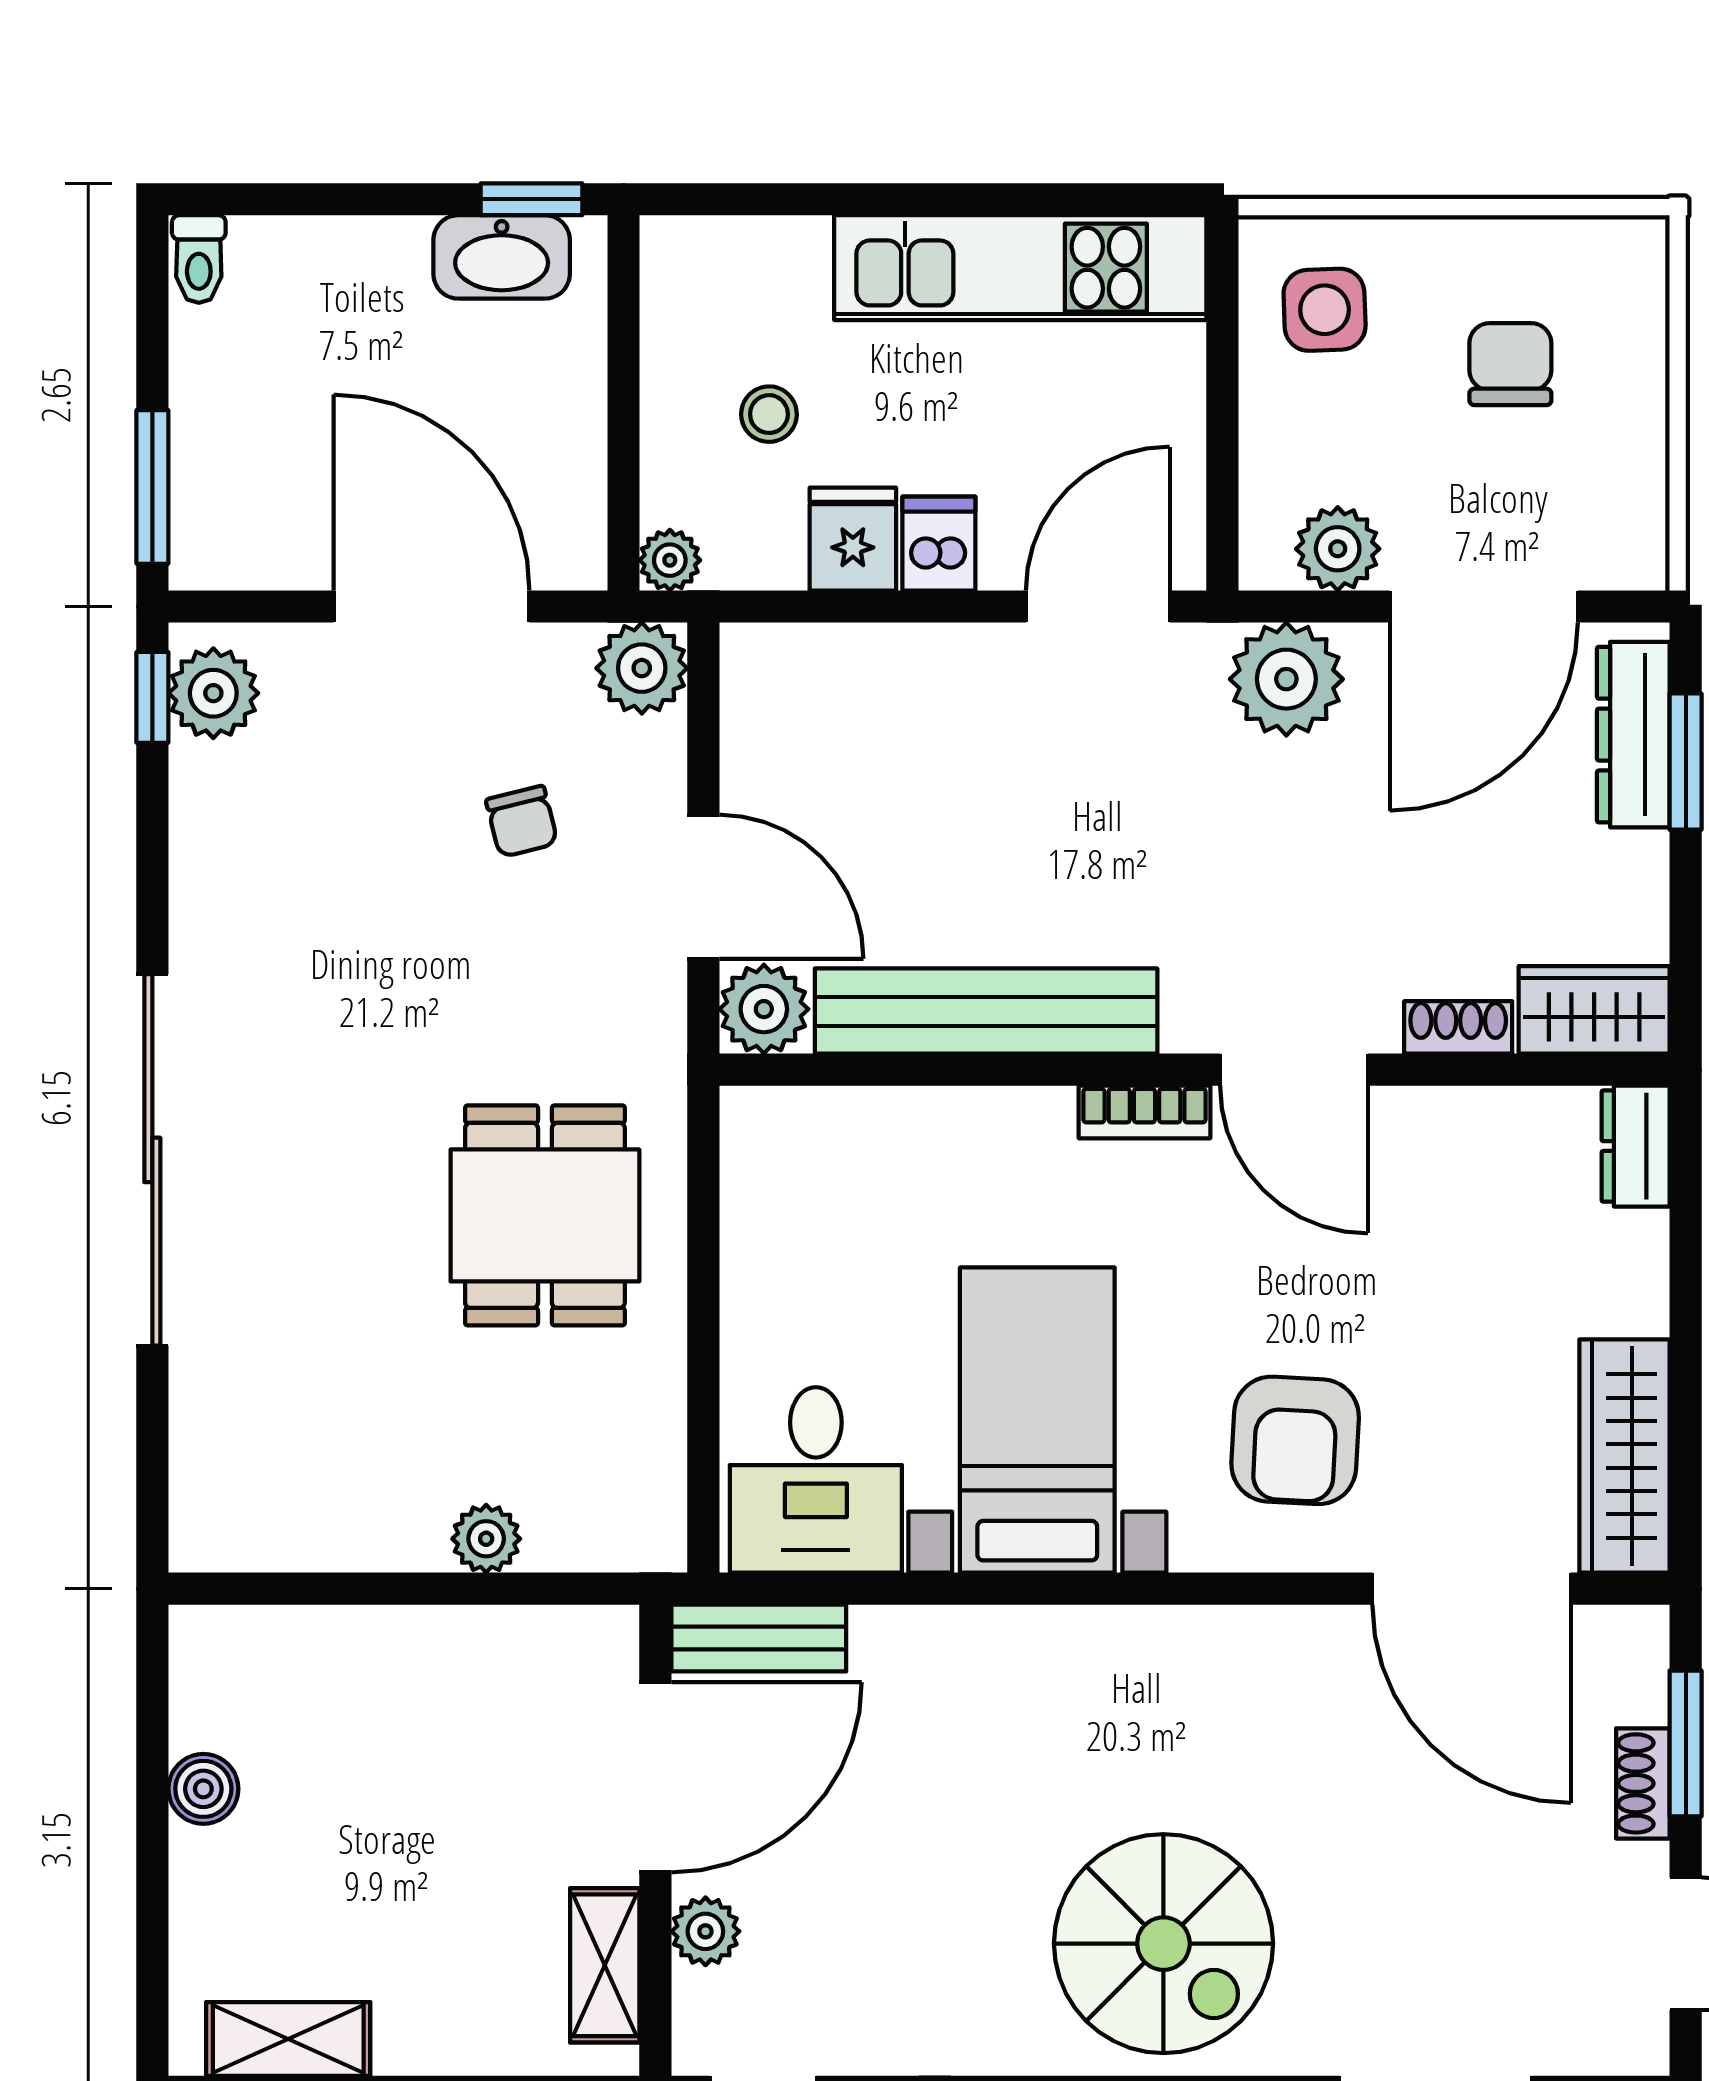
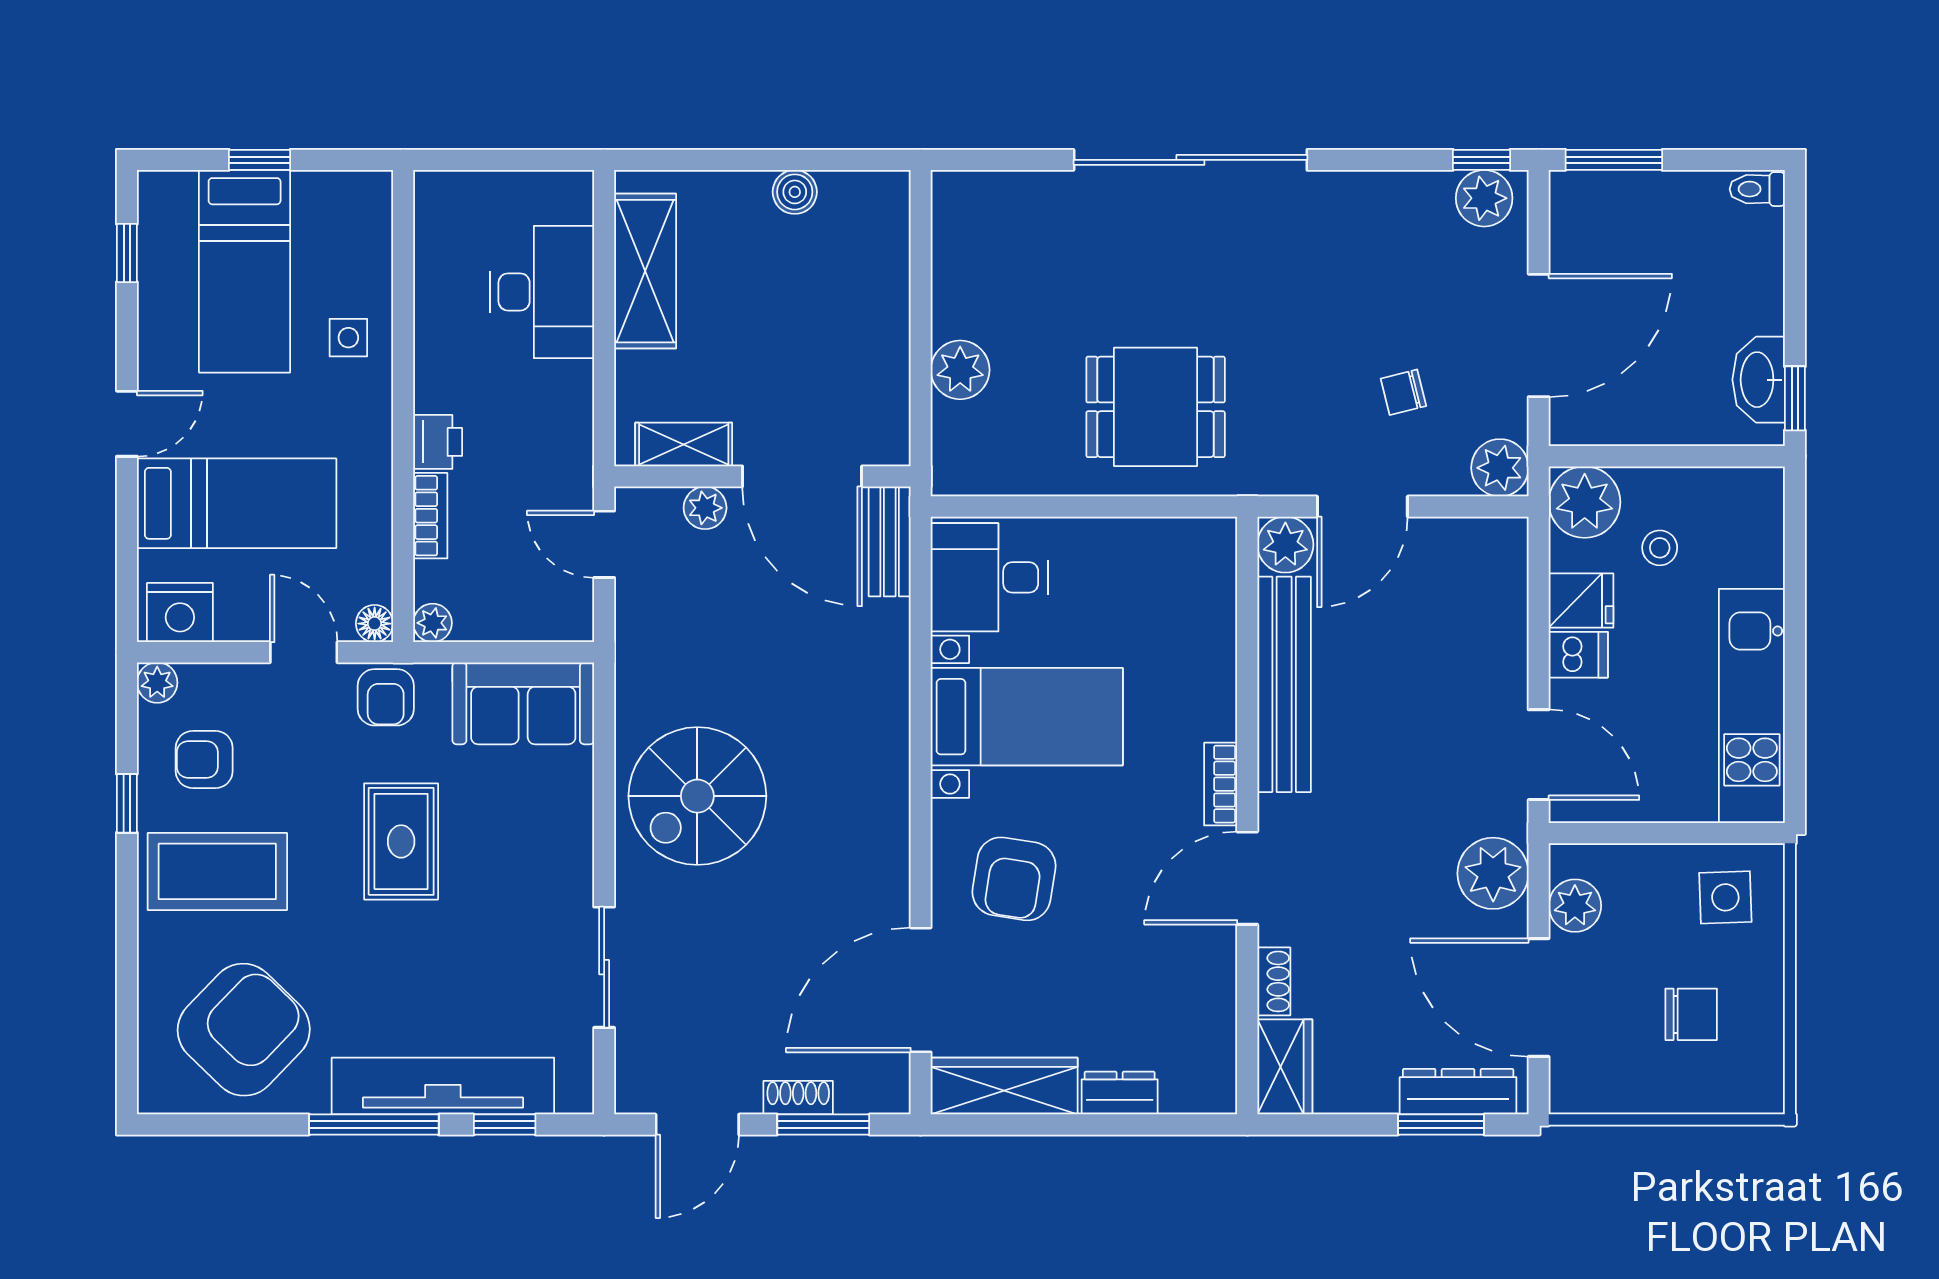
plant: (670, 560) -> (1585, 502), width x1.87, depth x1.87
dresser: (1636, 1146) -> (1120, 1093), moved
armchair: (1295, 1440) -> (1014, 879), turned -84
plant: (486, 1539) -> (960, 370), width x1.38, depth x1.38
shelving: (288, 2039) -> (645, 271), width x1.50, depth x1.33

